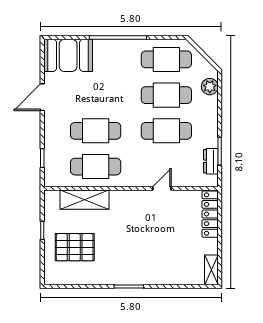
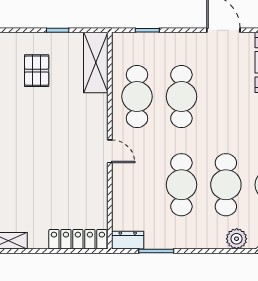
dresser: (211, 161) -> (128, 240), moved
door: (162, 188) -> (110, 151), moved
shelving: (84, 200) -> (96, 62), moved
pallet: (75, 247) -> (37, 71), width x0.67, depth x0.71

